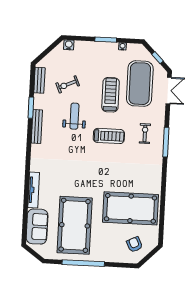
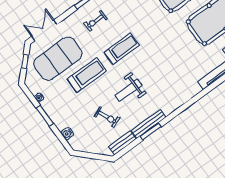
water cooler: (69, 45) -> (67, 134), moved
treadmill: (111, 95) -> (87, 75), turned 180
bench: (37, 126) -> (149, 124), moved
treadmill: (109, 136) -> (122, 49), turned 90

